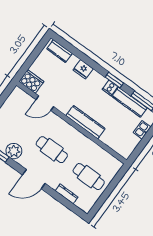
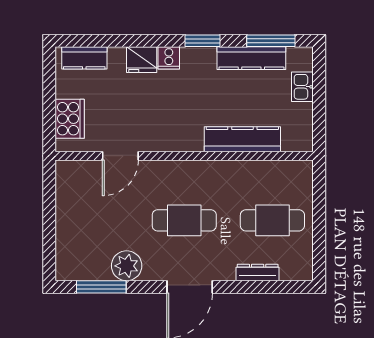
cooker: (31, 81) -> (70, 119), moved, turned 90
cooker: (110, 88) -> (169, 58), moved
kitchen counter: (85, 122) -> (242, 139), moved

